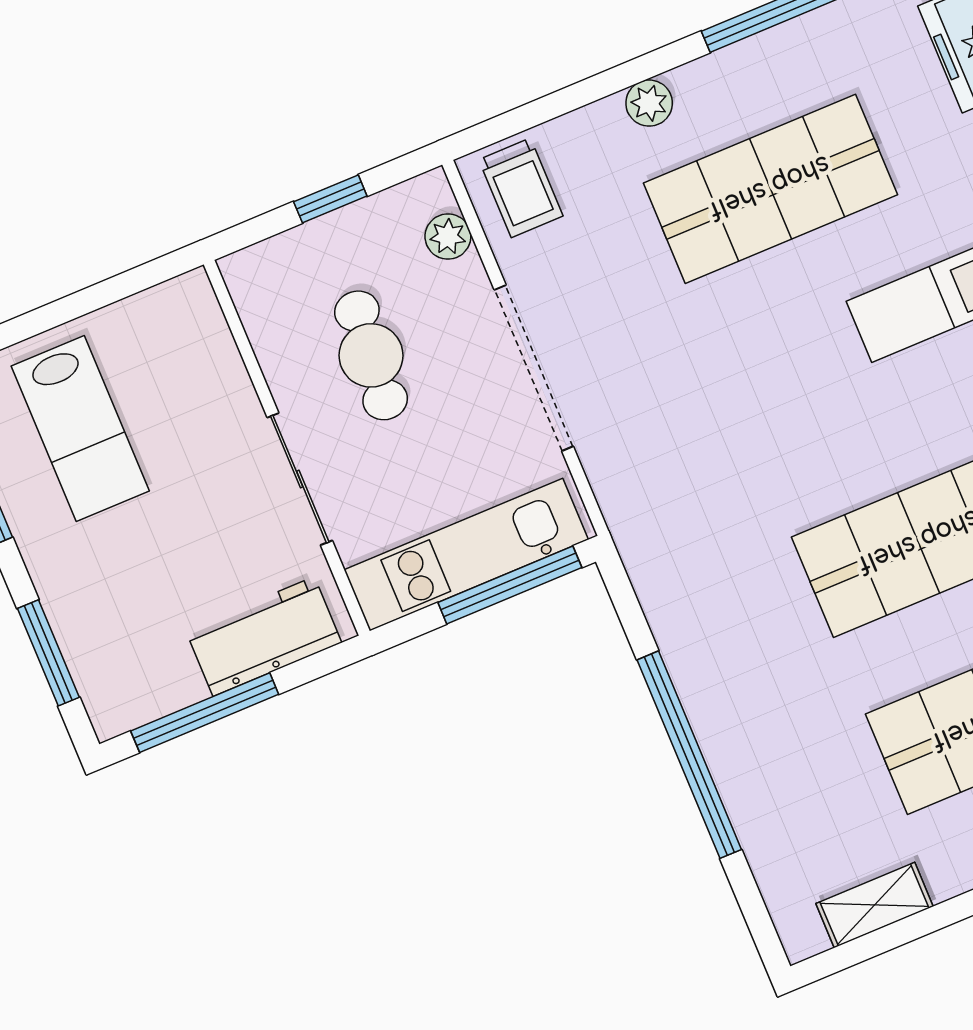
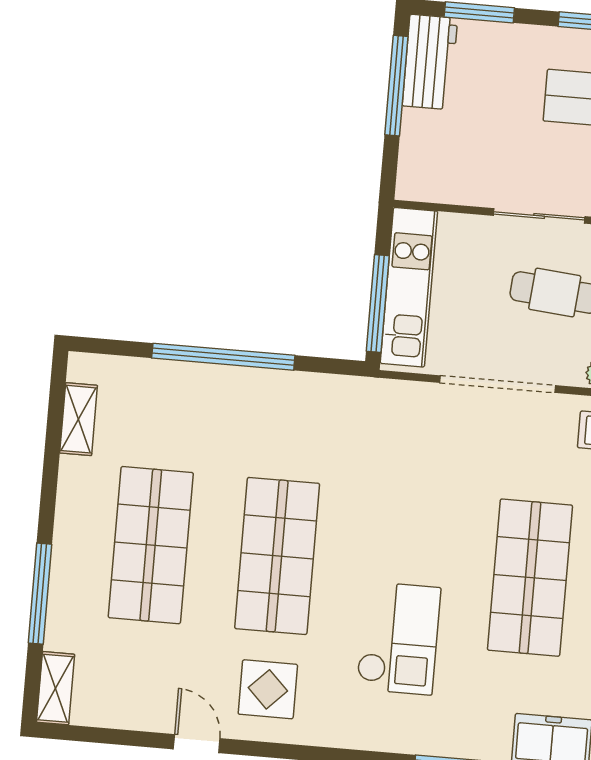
sliding door: (300, 479) -> (539, 216), moved
workbench: (264, 636) -> (430, 62), moved

